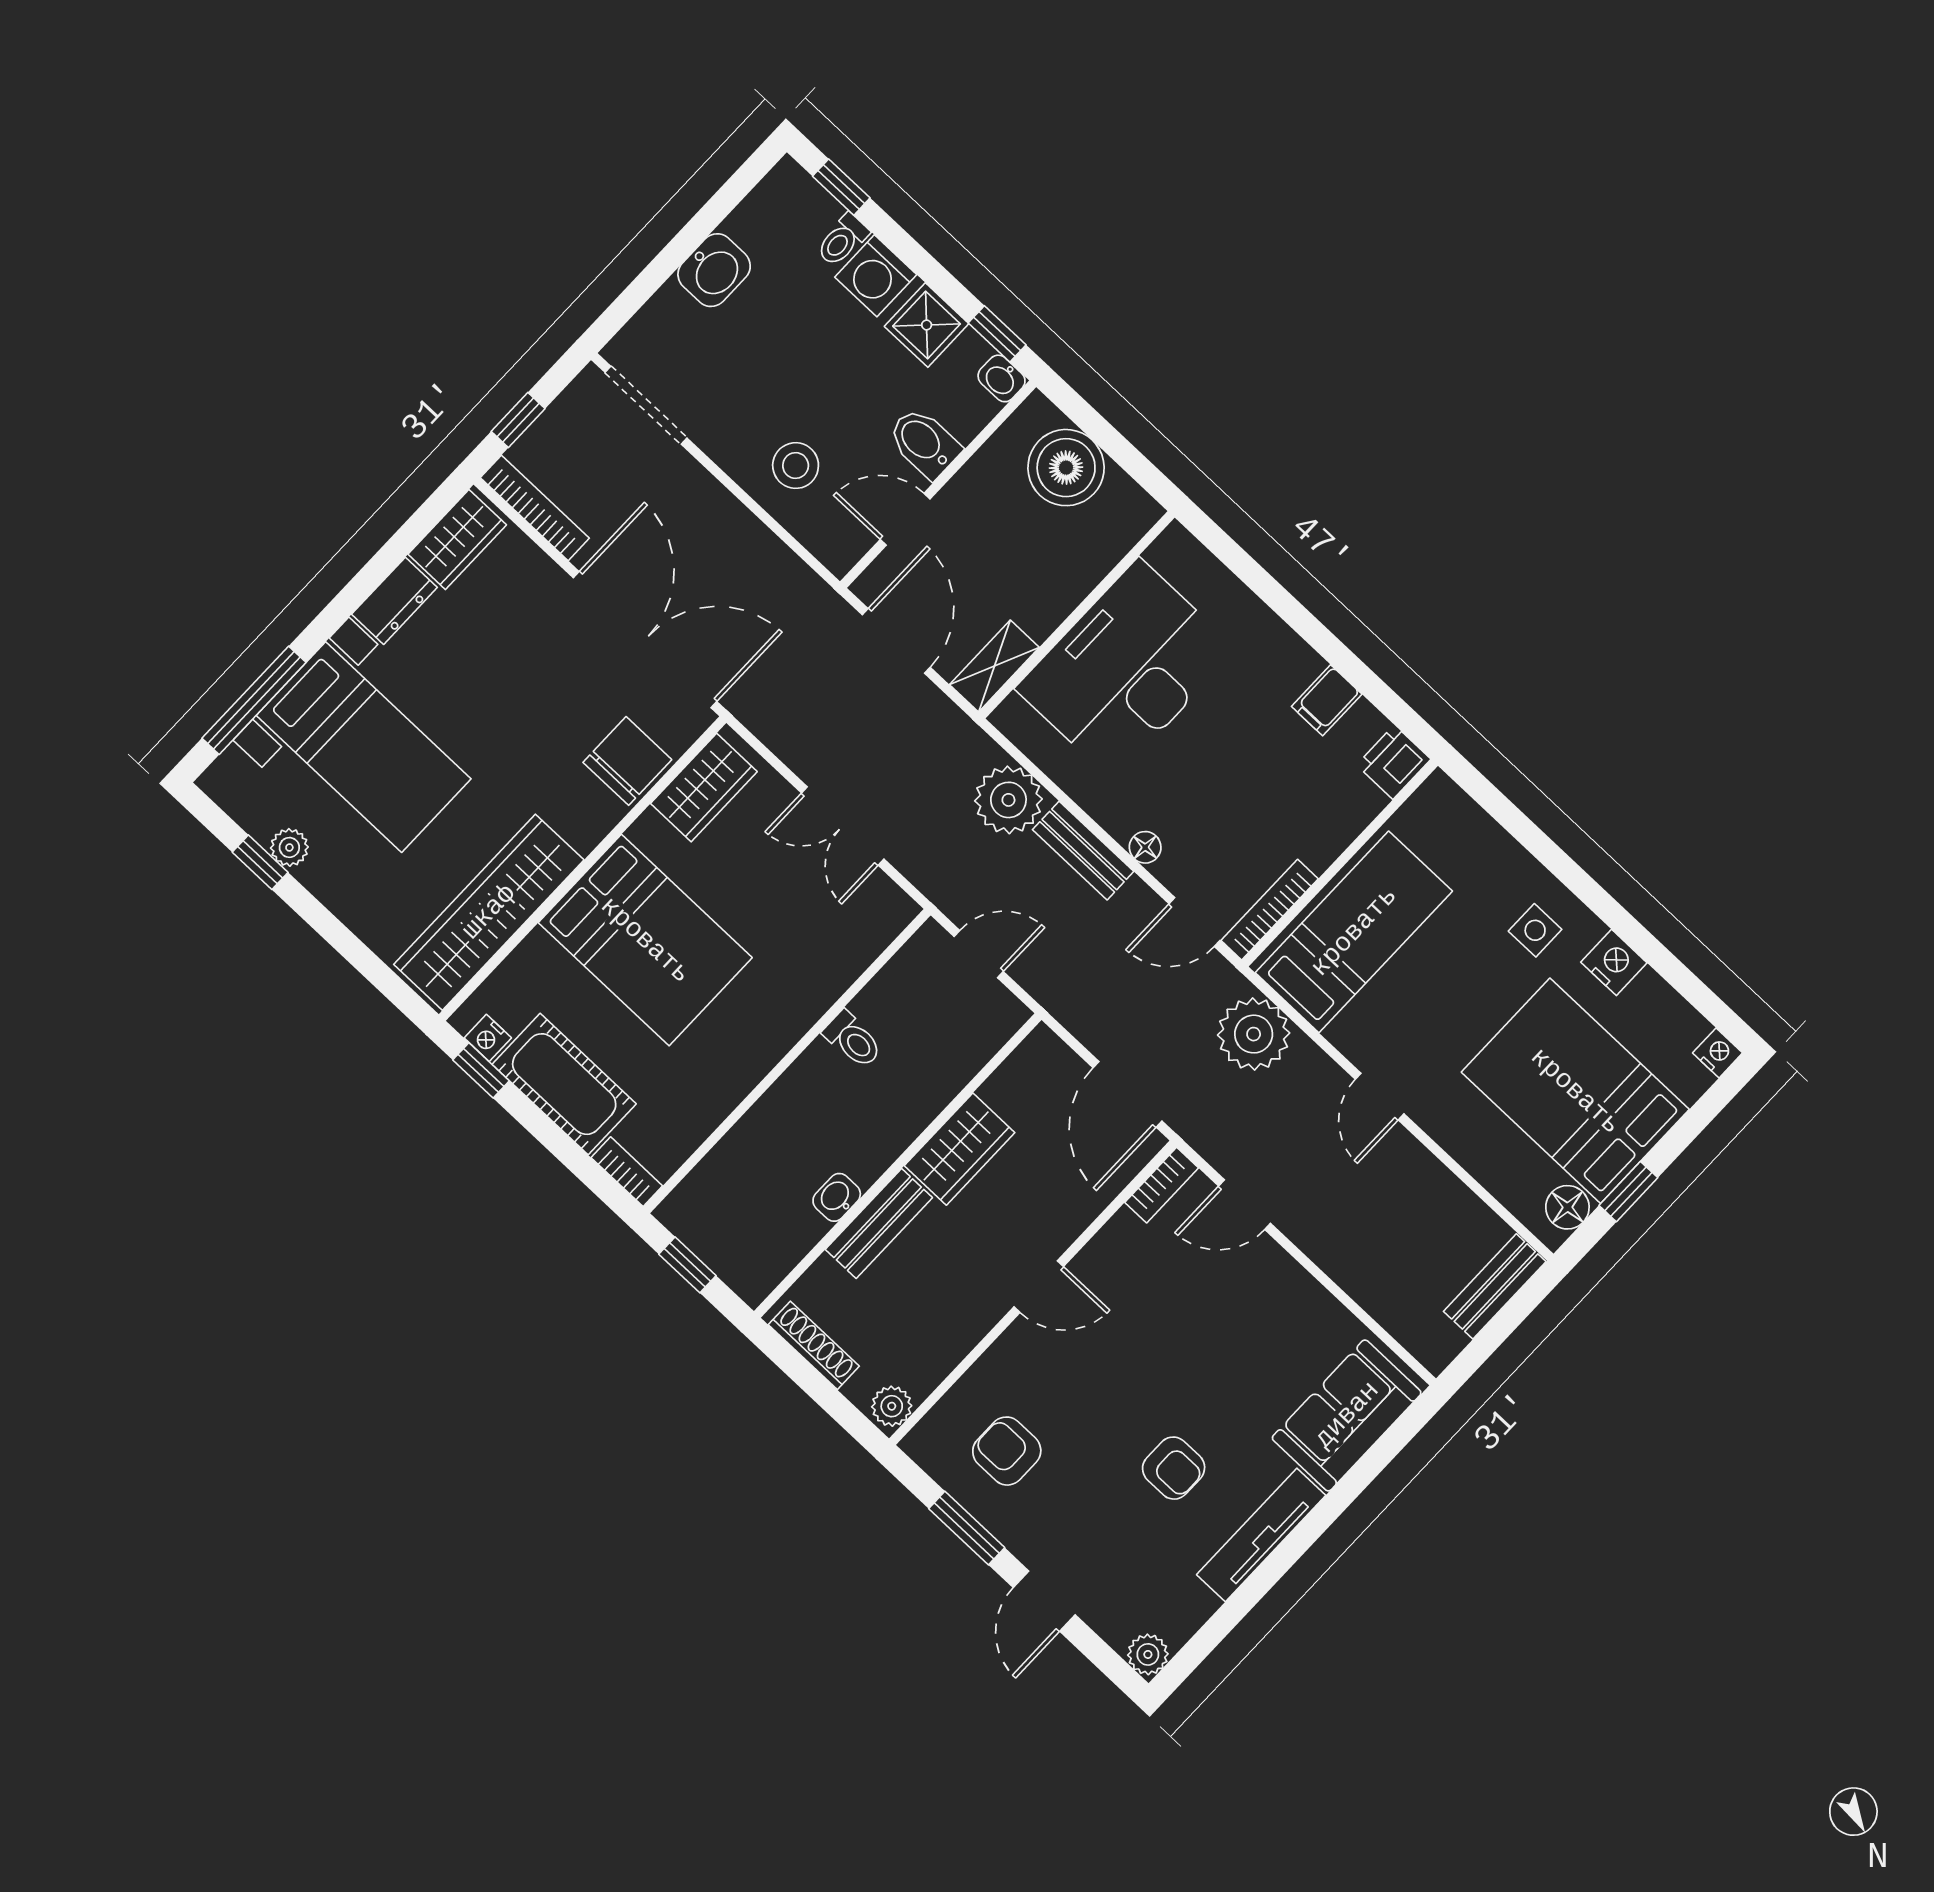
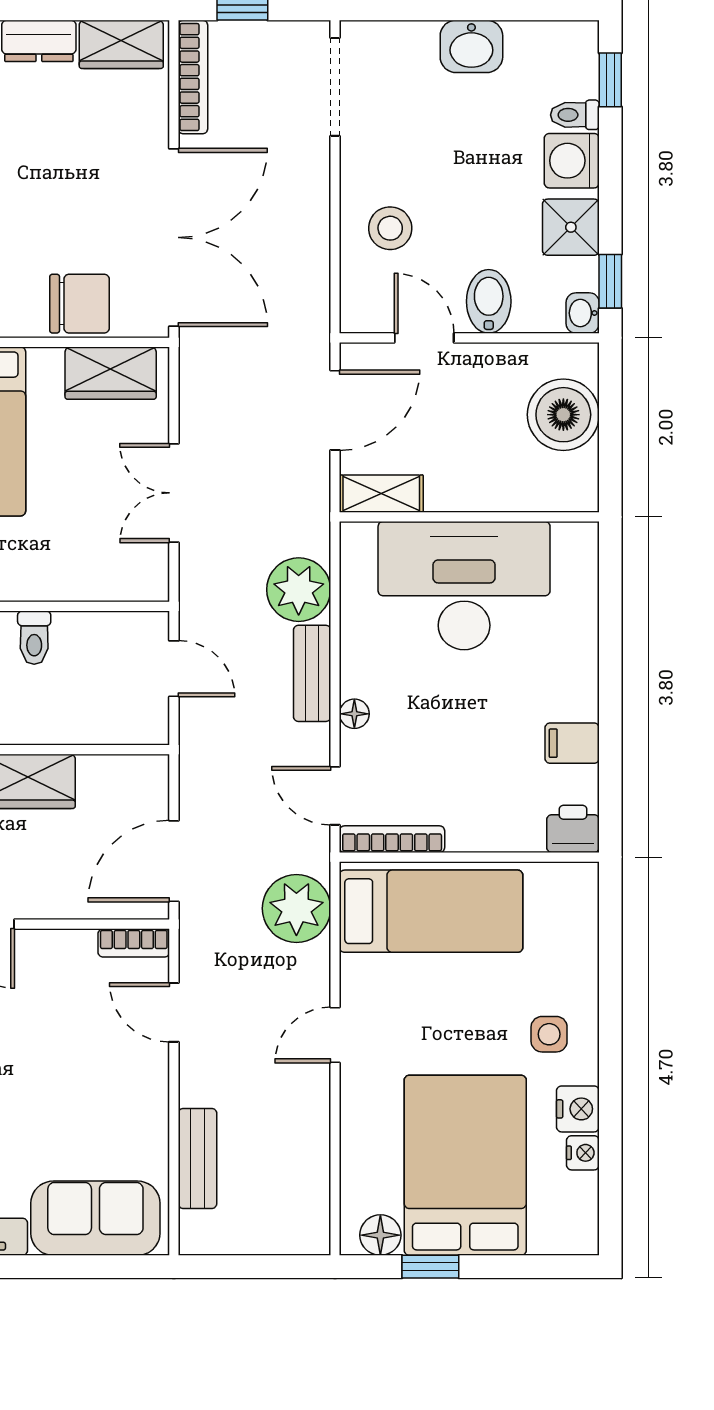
nightstand: (1718, 1053) -> (583, 1153), moved
bench: (1495, 1286) -> (197, 1158), moved, turned 90

